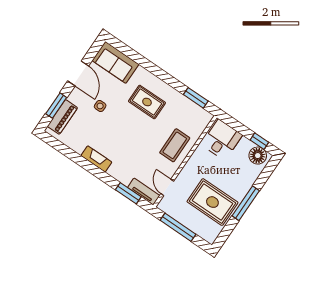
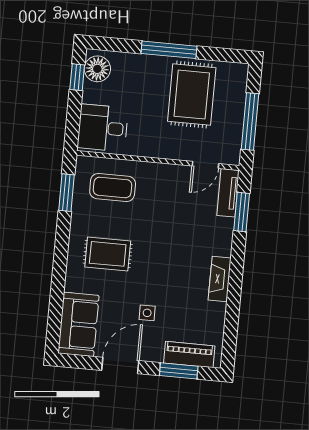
rug: (147, 102) -> (108, 254), turned 90
coffee table: (175, 145) -> (113, 187), moved

